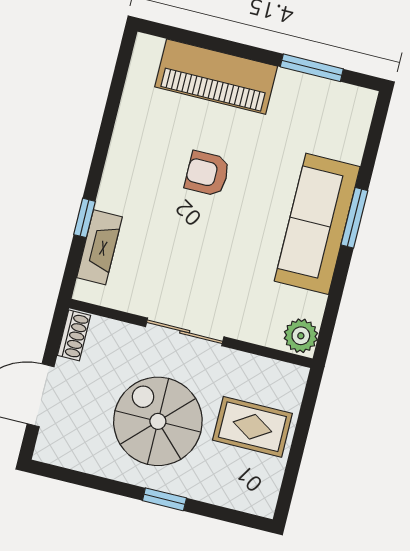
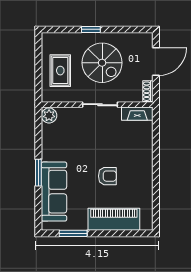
window: (85, 218) -> (156, 143), removed
sofa: (317, 224) -> (54, 192), moved
fireplace: (100, 247) -> (137, 114), moved, turned -90
rug: (252, 427) -> (60, 71), turned 90

